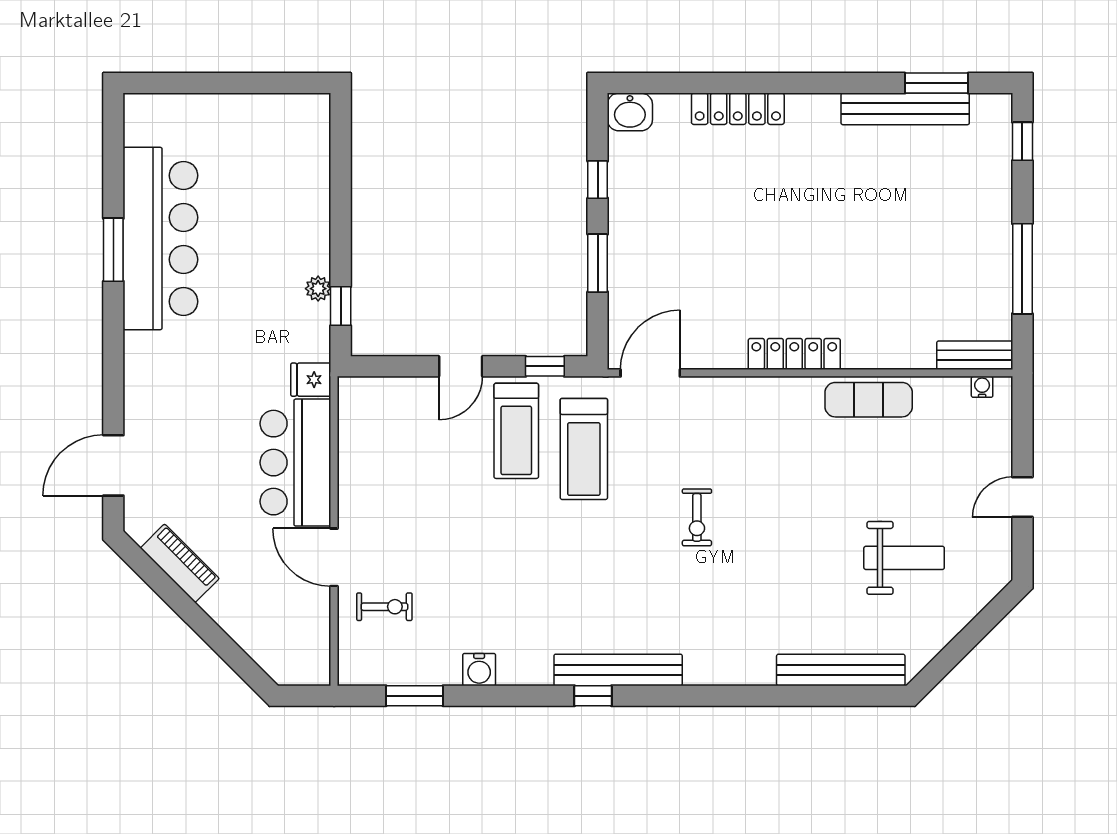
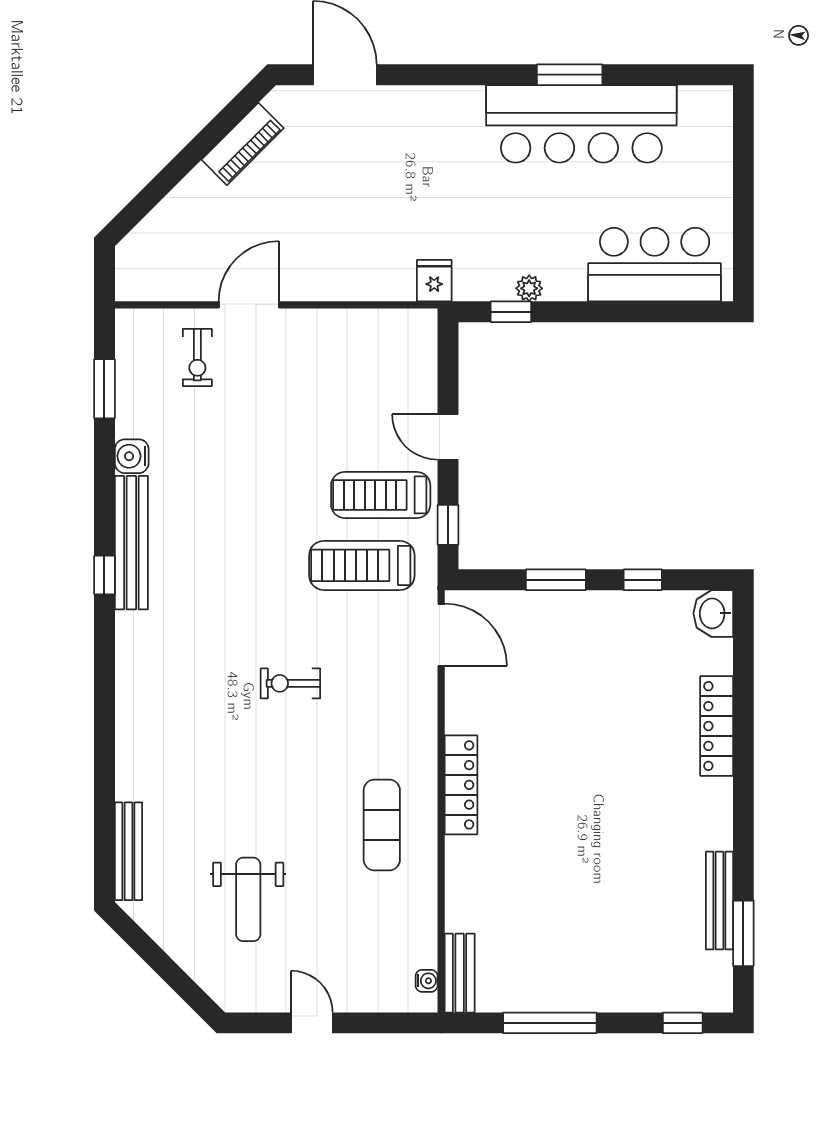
bench: (905, 109) -> (719, 901), width x0.73, depth x0.82
exercise mat: (869, 400) -> (382, 825), moved
bar counter: (295, 463) -> (655, 265), moved
bench: (618, 670) -> (131, 543), moved
bench: (841, 670) -> (128, 851), width x0.73, depth x0.82

